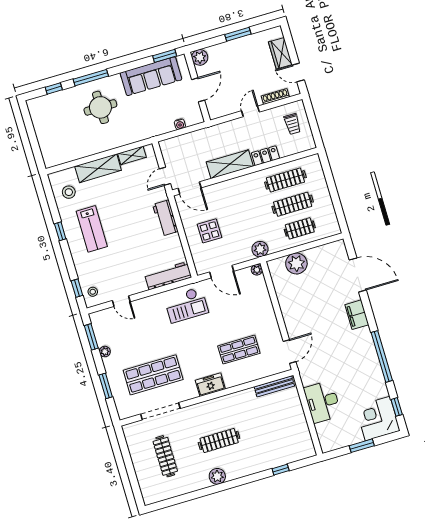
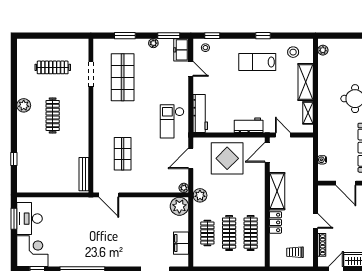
plant: (57, 159) -> (323, 50), added
display table: (210, 231) -> (227, 158), width x1.86, depth x1.86
plant: (296, 263) -> (179, 206), moved
door: (121, 301) -> (191, 69), swing flipped
filing cabinet: (357, 315) -> (181, 243), moved, turned -90
freezer: (210, 385) -> (181, 50), moved, turned 180
desk: (322, 402) -> (29, 219), moved, turned -90
doorway: (160, 411) -> (91, 74), width x0.73
window: (362, 446) -> (14, 219), moved

